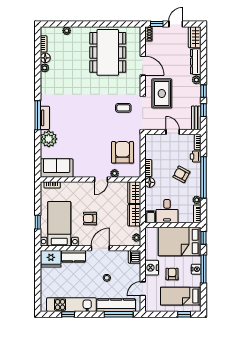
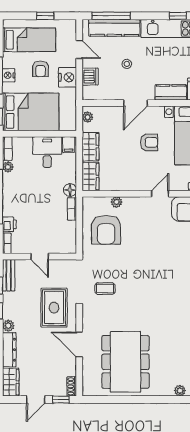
armchair: (181, 174) -> (28, 201), removed
door: (101, 180) -> (160, 194), moved
dishwasher: (135, 257) -> (90, 77), moved
door: (143, 289) -> (79, 50), hinge flipped
window: (184, 314) -> (45, 16), moved

